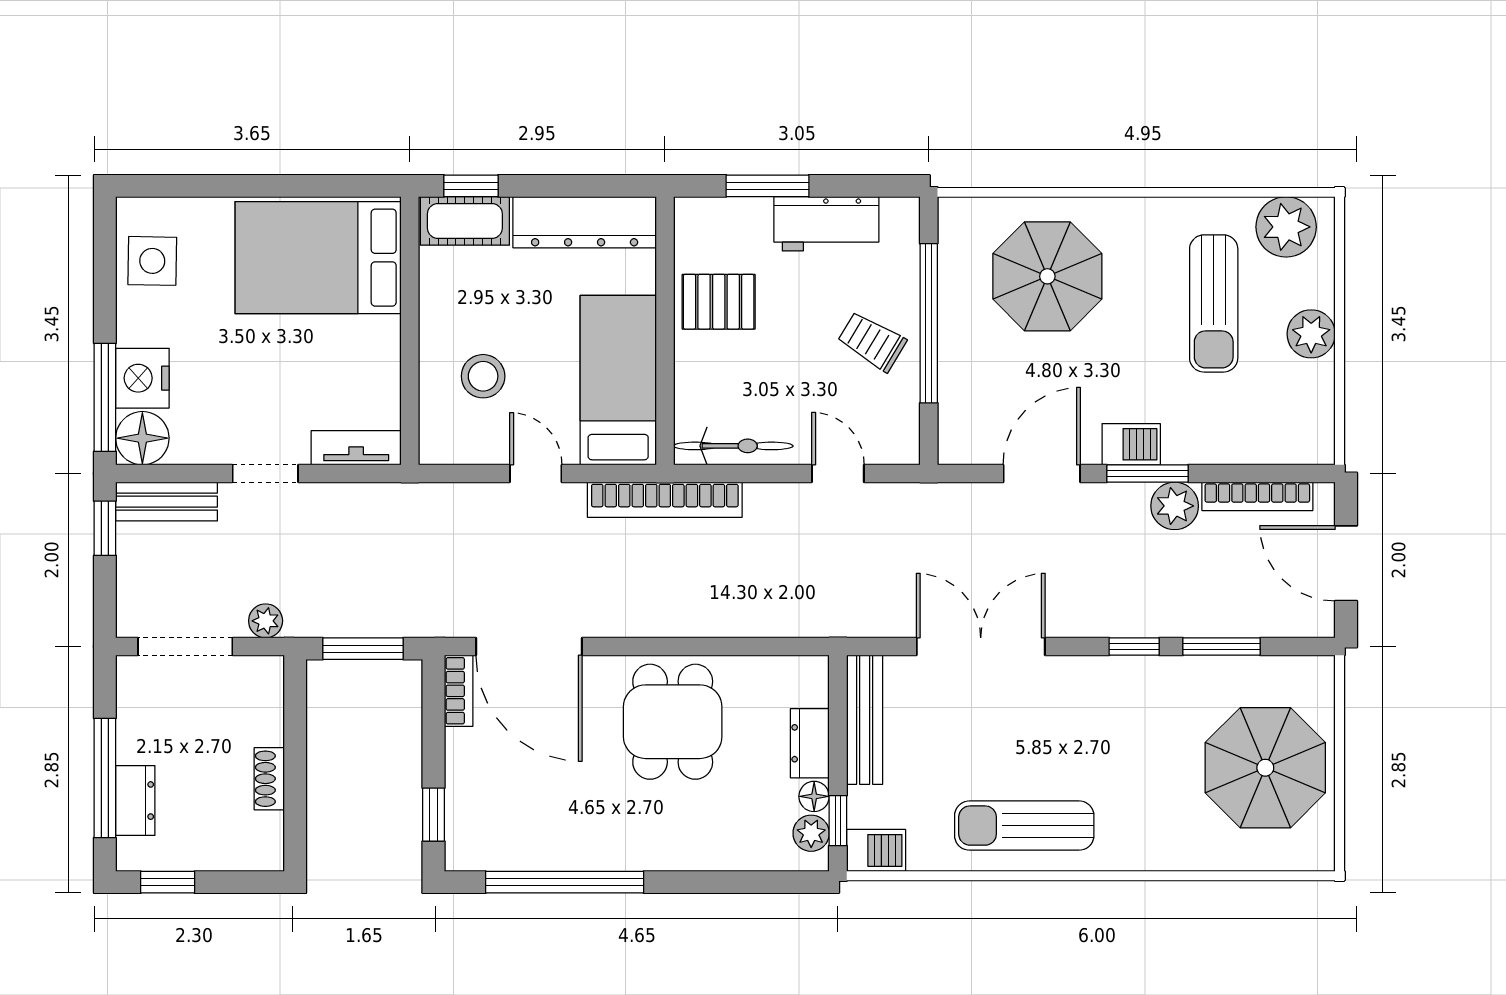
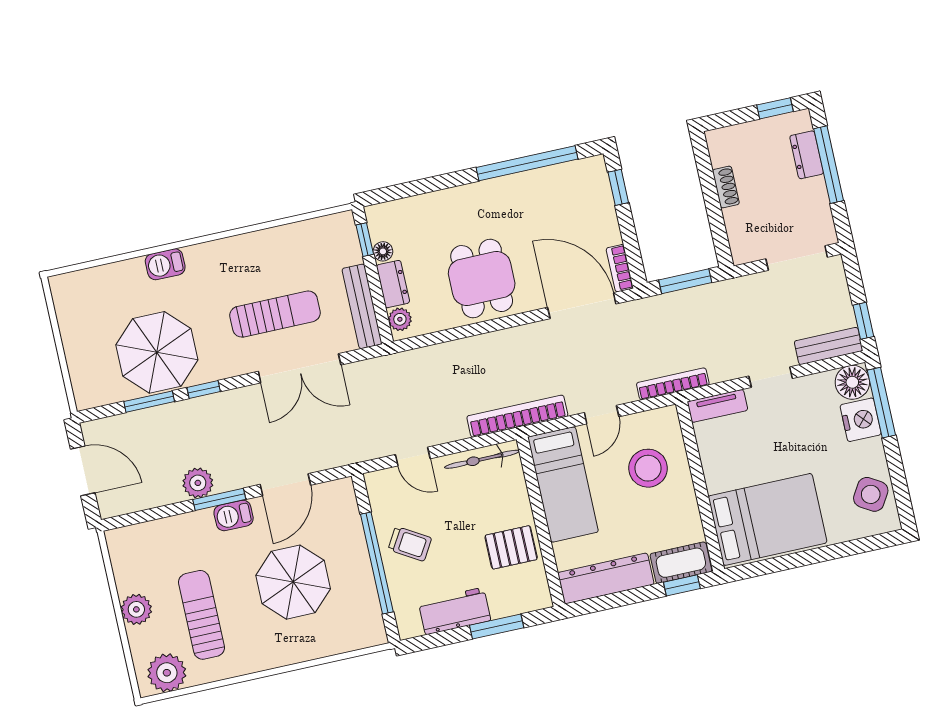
side table: (152, 261) -> (871, 494), turned 30
parasol: (1047, 276) -> (293, 582), moved
stool: (483, 376) -> (648, 468), width x1.38, depth x1.38
door: (536, 474) -> (602, 415), hinge flipped
bookcase: (1257, 496) -> (673, 384), moved
plant: (266, 621) -> (750, 285), removed
parasol: (1265, 768) -> (157, 352), moved
sun lounger: (1024, 826) -> (275, 314), moved
plant: (811, 833) -> (400, 319), moved
barbecue: (876, 850) -> (165, 264), moved

